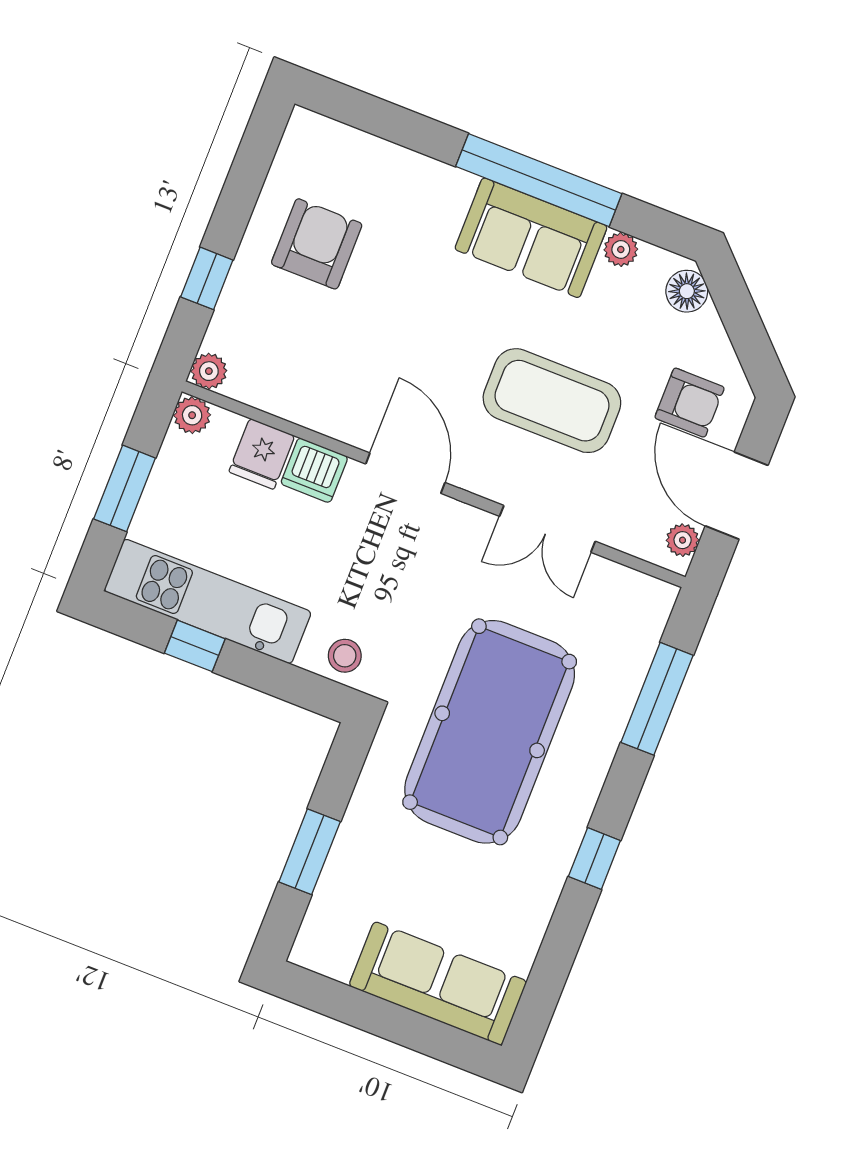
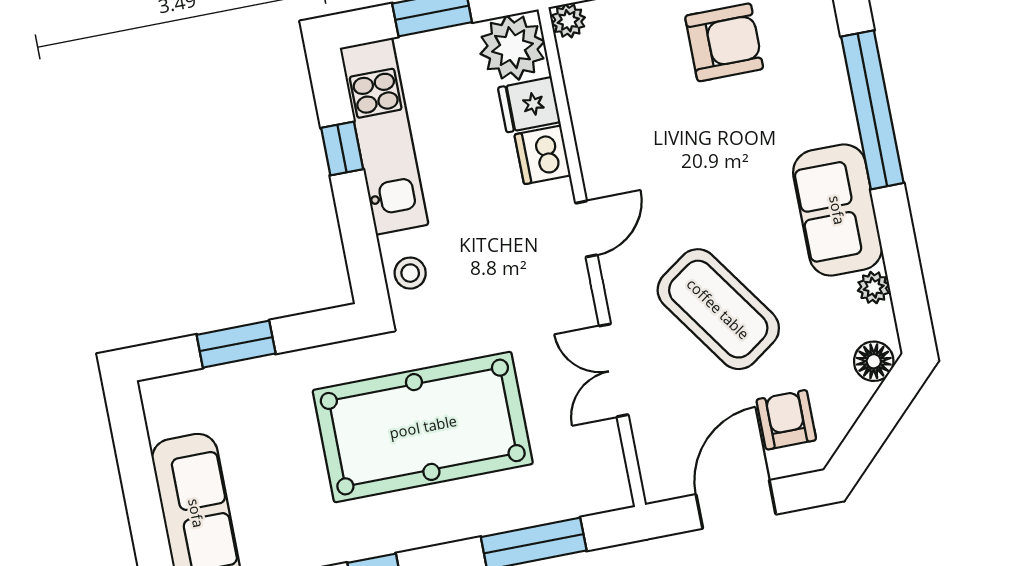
window: (539, 180) -> (872, 110), moved
coffee table: (552, 401) -> (718, 309), turned -35
armchair: (690, 403) -> (786, 420), turned 180
plant: (192, 415) -> (513, 48), width x1.88, depth x1.88
door: (405, 473) -> (586, 229), width x0.73
plant: (683, 540) -> (673, 484), removed

